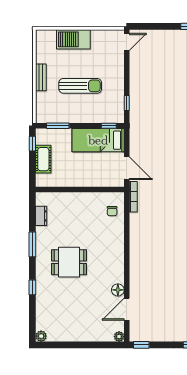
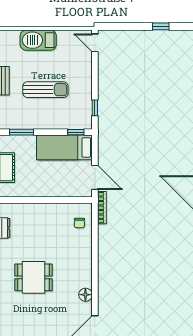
door: (127, 42) -> (95, 43), swing flipped
floor lamp: (118, 290) -> (85, 295), moved

